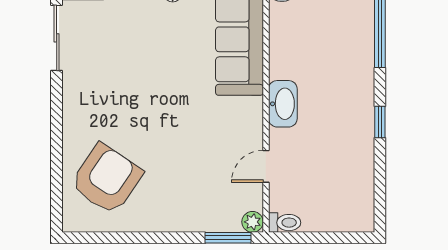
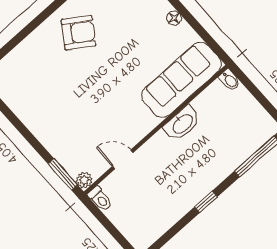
washbasin: (283, 104) -> (182, 124), moved
armchair: (107, 179) -> (78, 33), moved, width x0.73, depth x0.73

